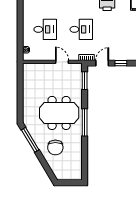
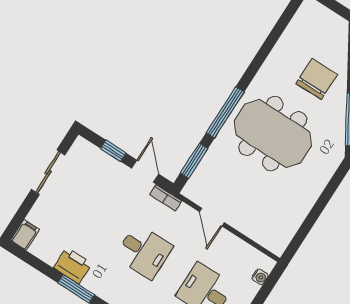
desk: (81, 29) -> (144, 251), turned 180
door: (102, 63) -> (145, 171), swing flipped
window: (85, 122) -> (225, 112), moved

